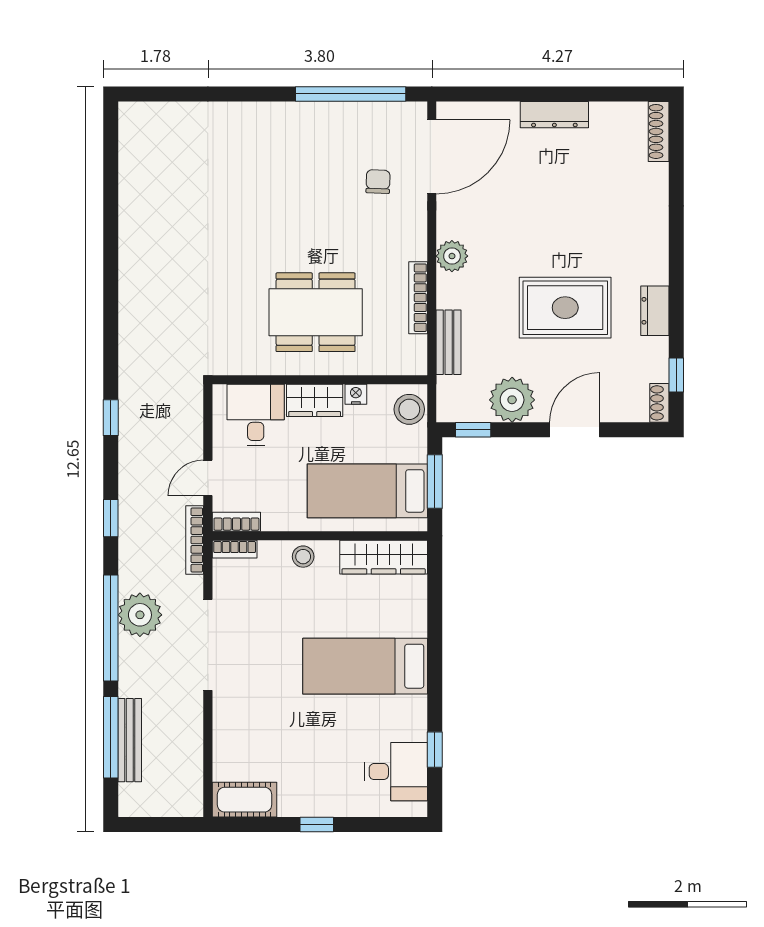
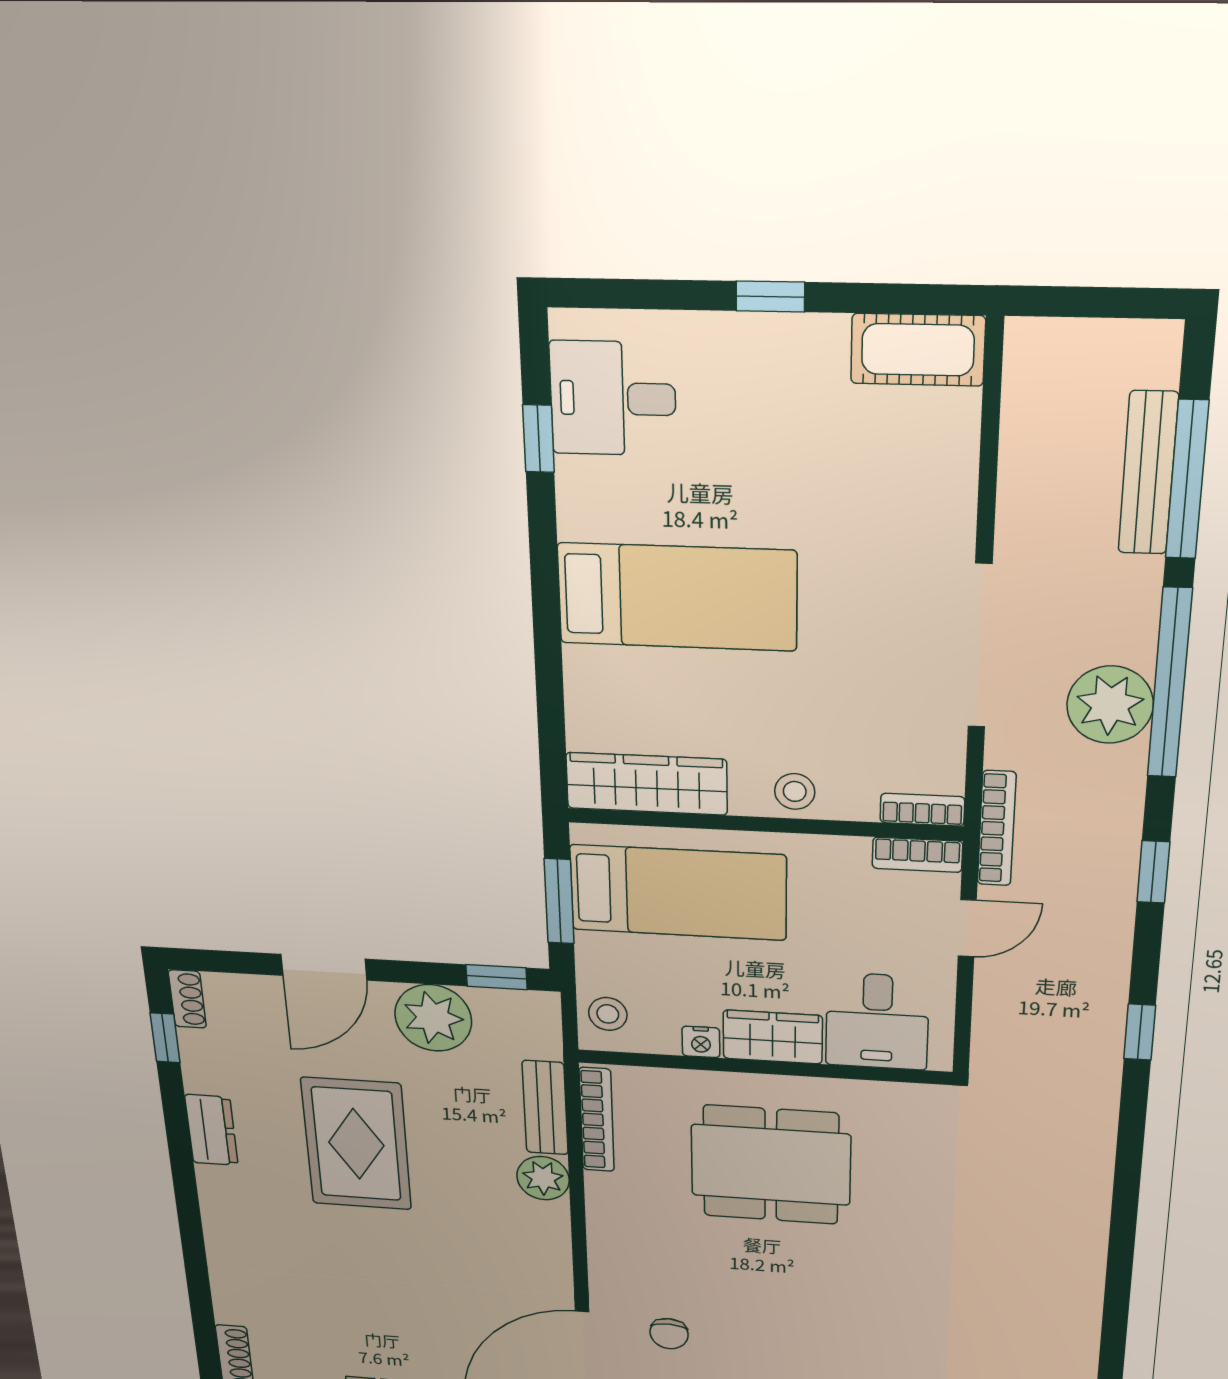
plant: (452, 256) -> (543, 1178), moved
bookcase: (418, 298) -> (597, 1120), moved
rug: (565, 308) -> (356, 1144), turned 90
stool: (409, 409) -> (608, 1014), width x0.73, depth x0.73

